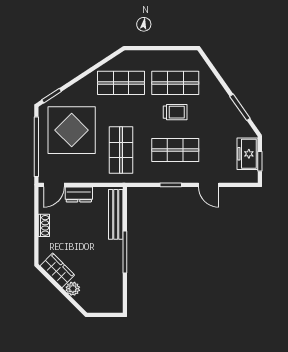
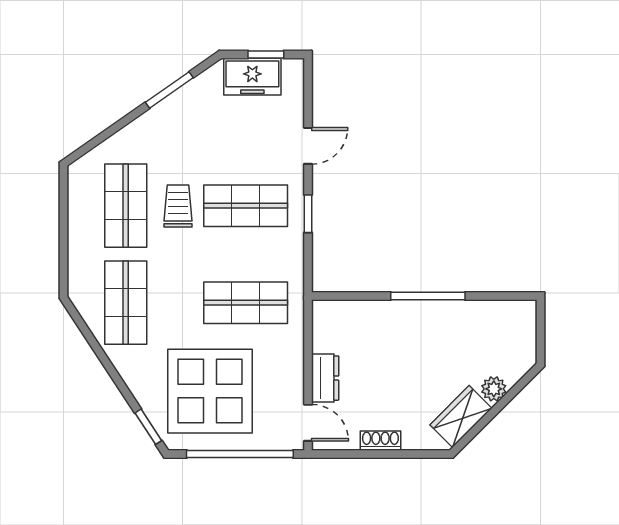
shop shelf: (175, 150) -> (246, 206), turned 90
bench: (116, 214) -> (361, 312), removed

